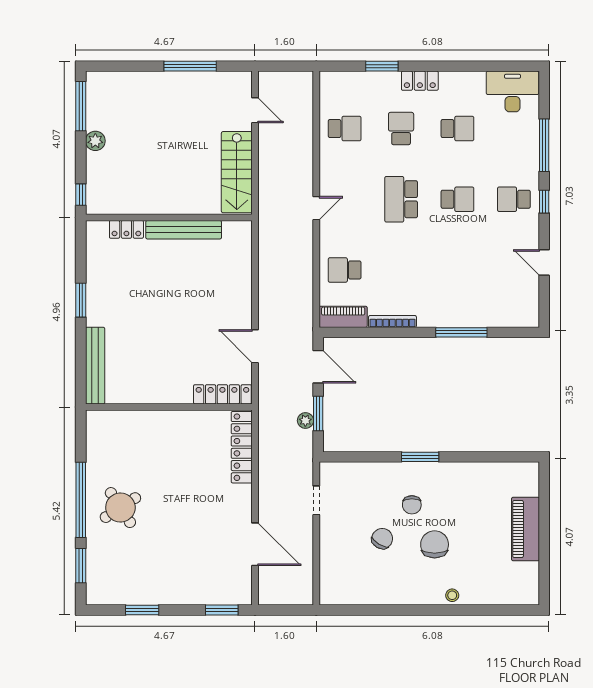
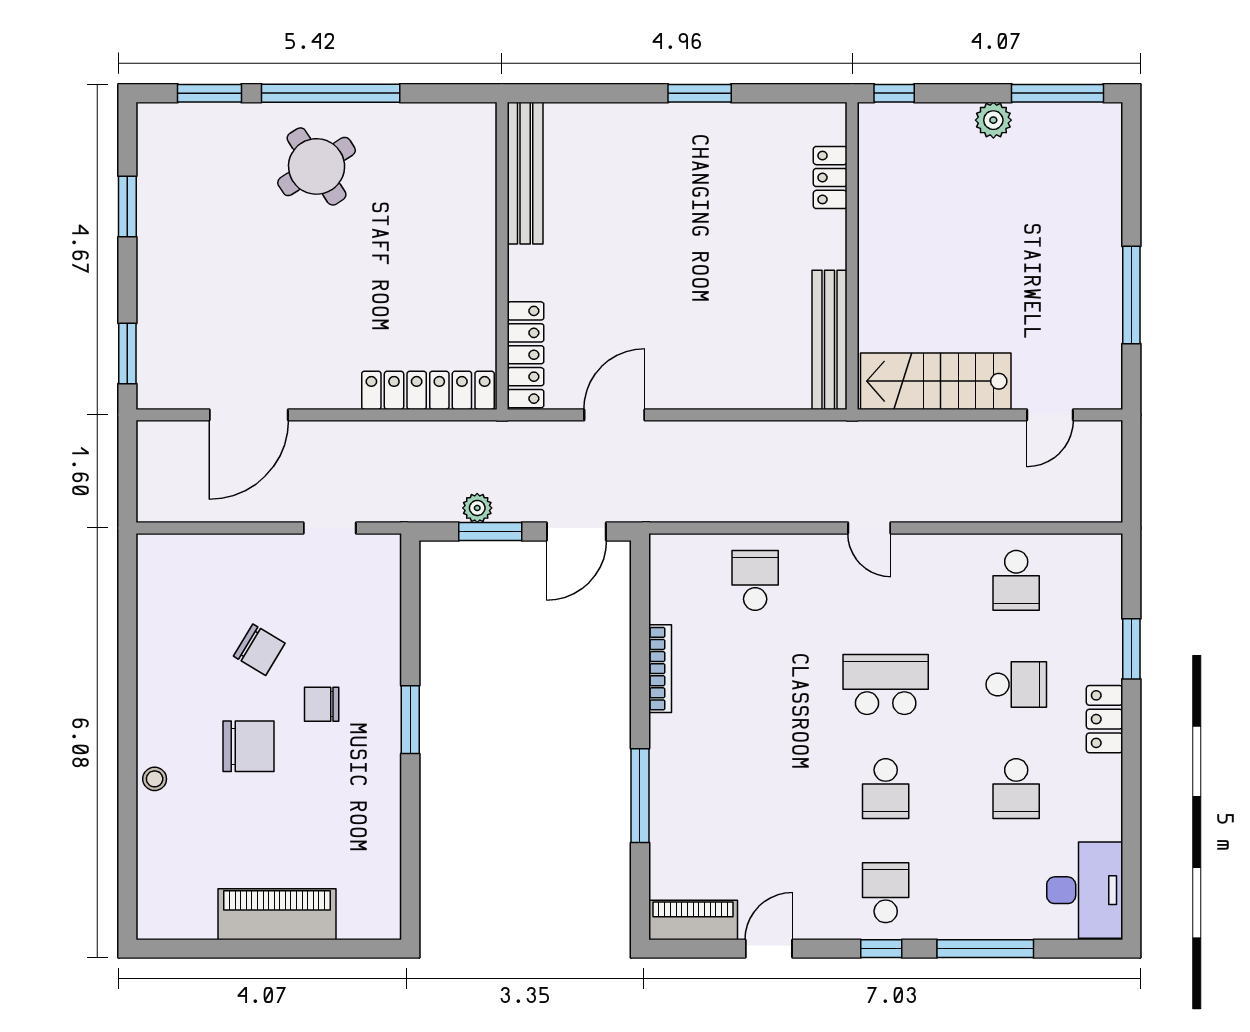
bench: (184, 230) -> (829, 340), moved
piano: (343, 317) -> (693, 920), moved, turned -90
bench: (95, 366) -> (525, 173), moved, turned 90

